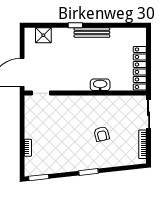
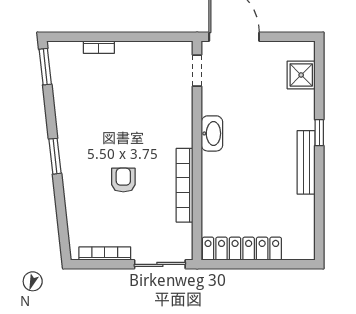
washbasin: (100, 85) -> (212, 133), moved
bookcase: (105, 100) -> (185, 185), added
armchair: (102, 134) -> (123, 180), turned 103

